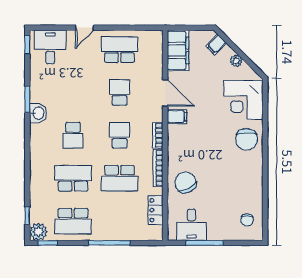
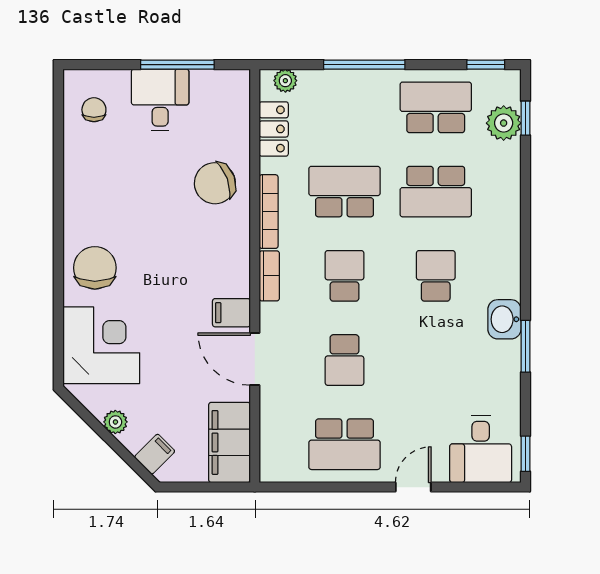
school desk: (119, 135) -> (344, 276), turned 180
chair: (185, 182) -> (215, 183), turned 96
desk: (191, 225) -> (160, 100), moved
plant: (38, 232) -> (504, 123), moved
plant: (150, 235) -> (285, 81), added

